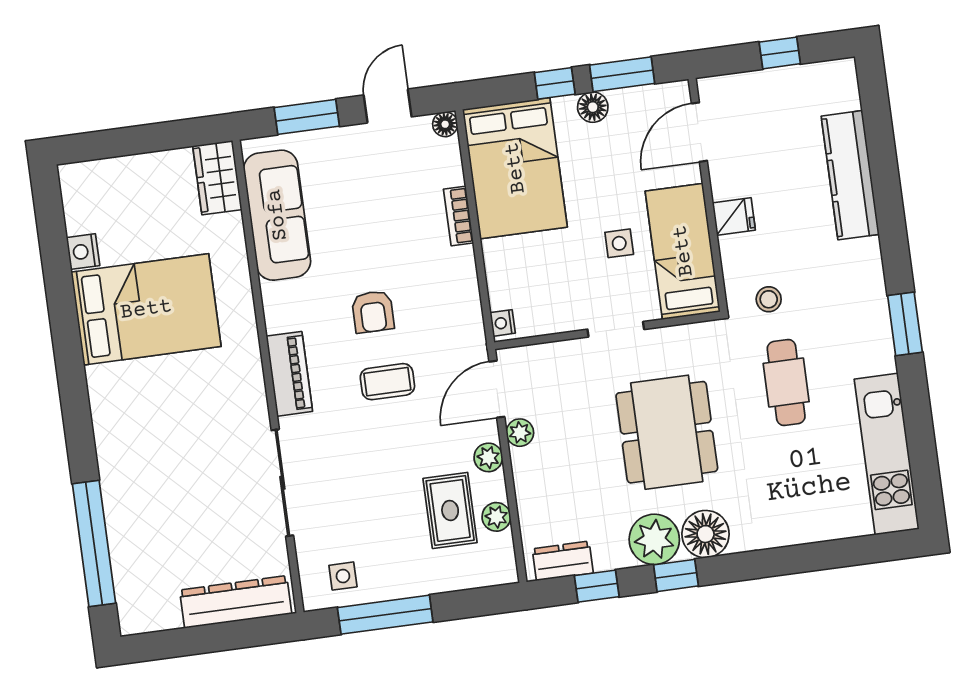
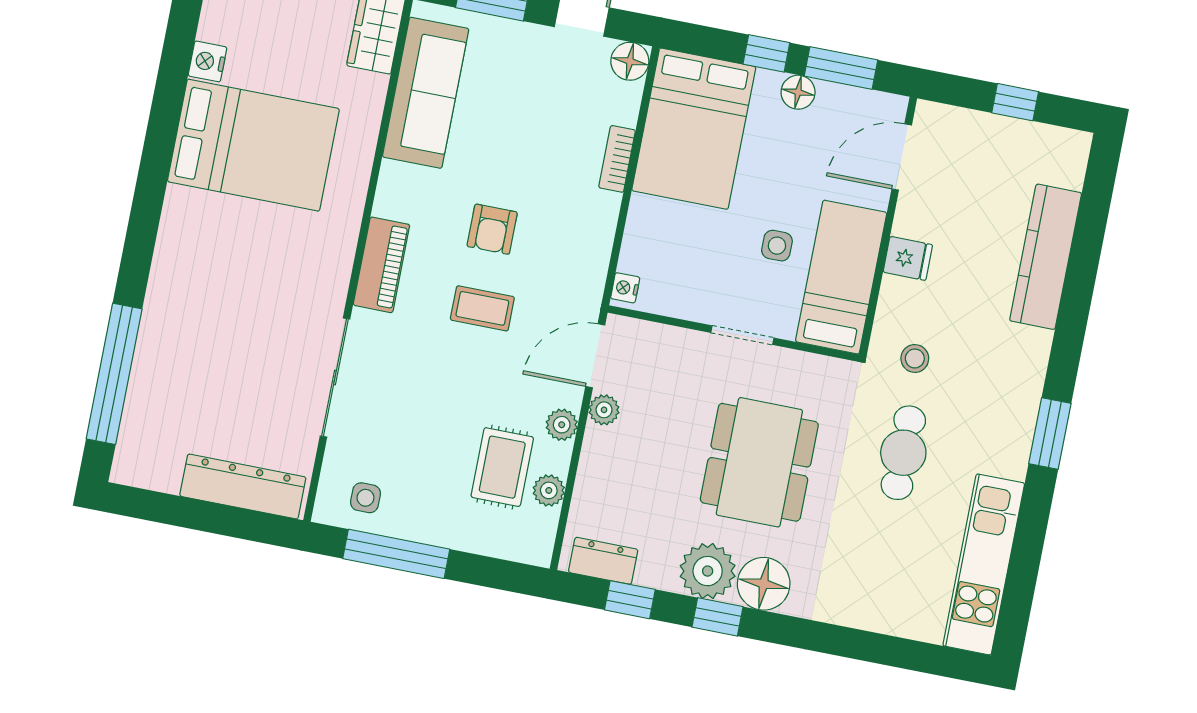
floor lamp: (445, 124) -> (630, 61), width x1.37, depth x1.37

